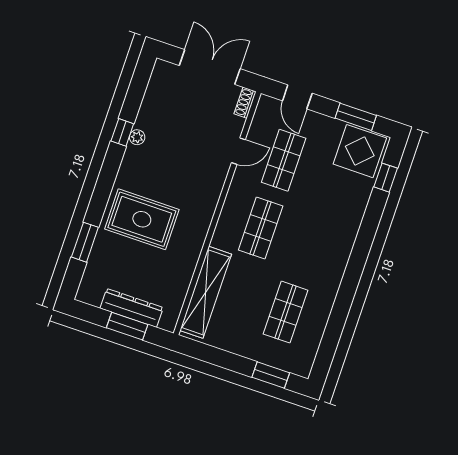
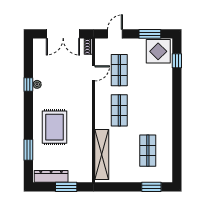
double door: (210, 67) -> (63, 34), swing flipped
door: (297, 97) -> (115, 34), swing flipped
rug: (142, 219) -> (54, 127), turned 90
dresser: (132, 308) -> (51, 176), moved

